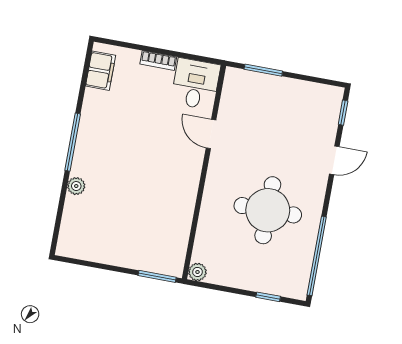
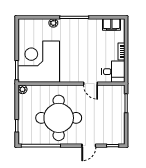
door: (211, 134) -> (91, 84), swing flipped
door: (334, 160) -> (89, 146), hinge flipped
round table: (268, 210) -> (59, 118), width x1.36, depth x1.36
corner desk: (148, 229) -> (39, 62), added

